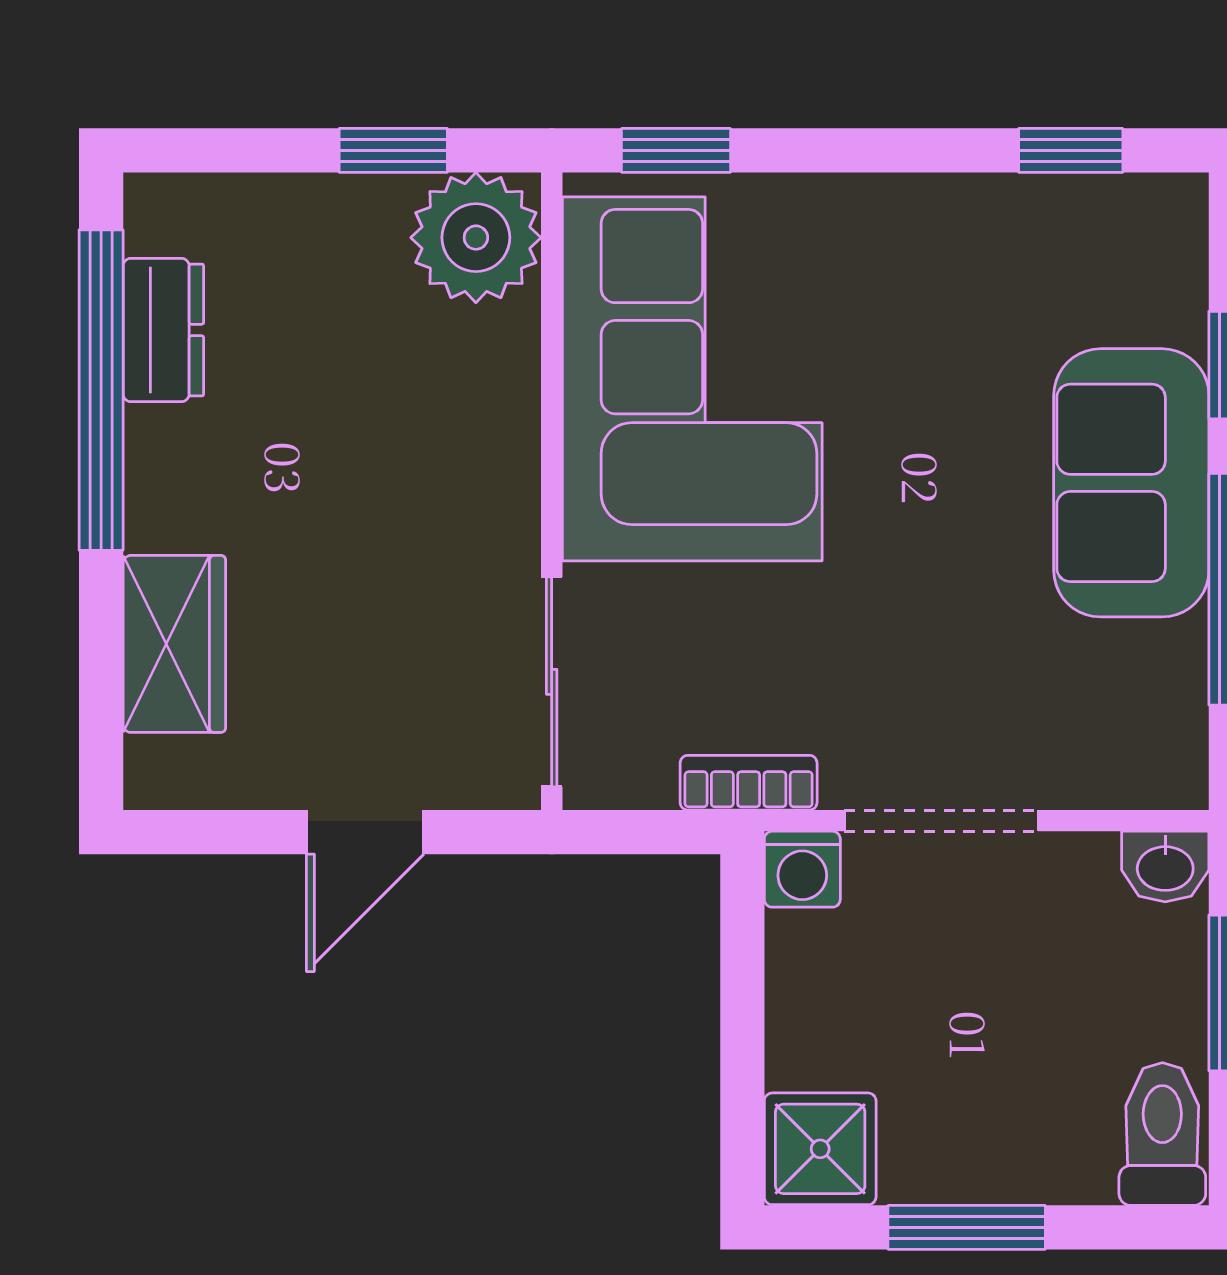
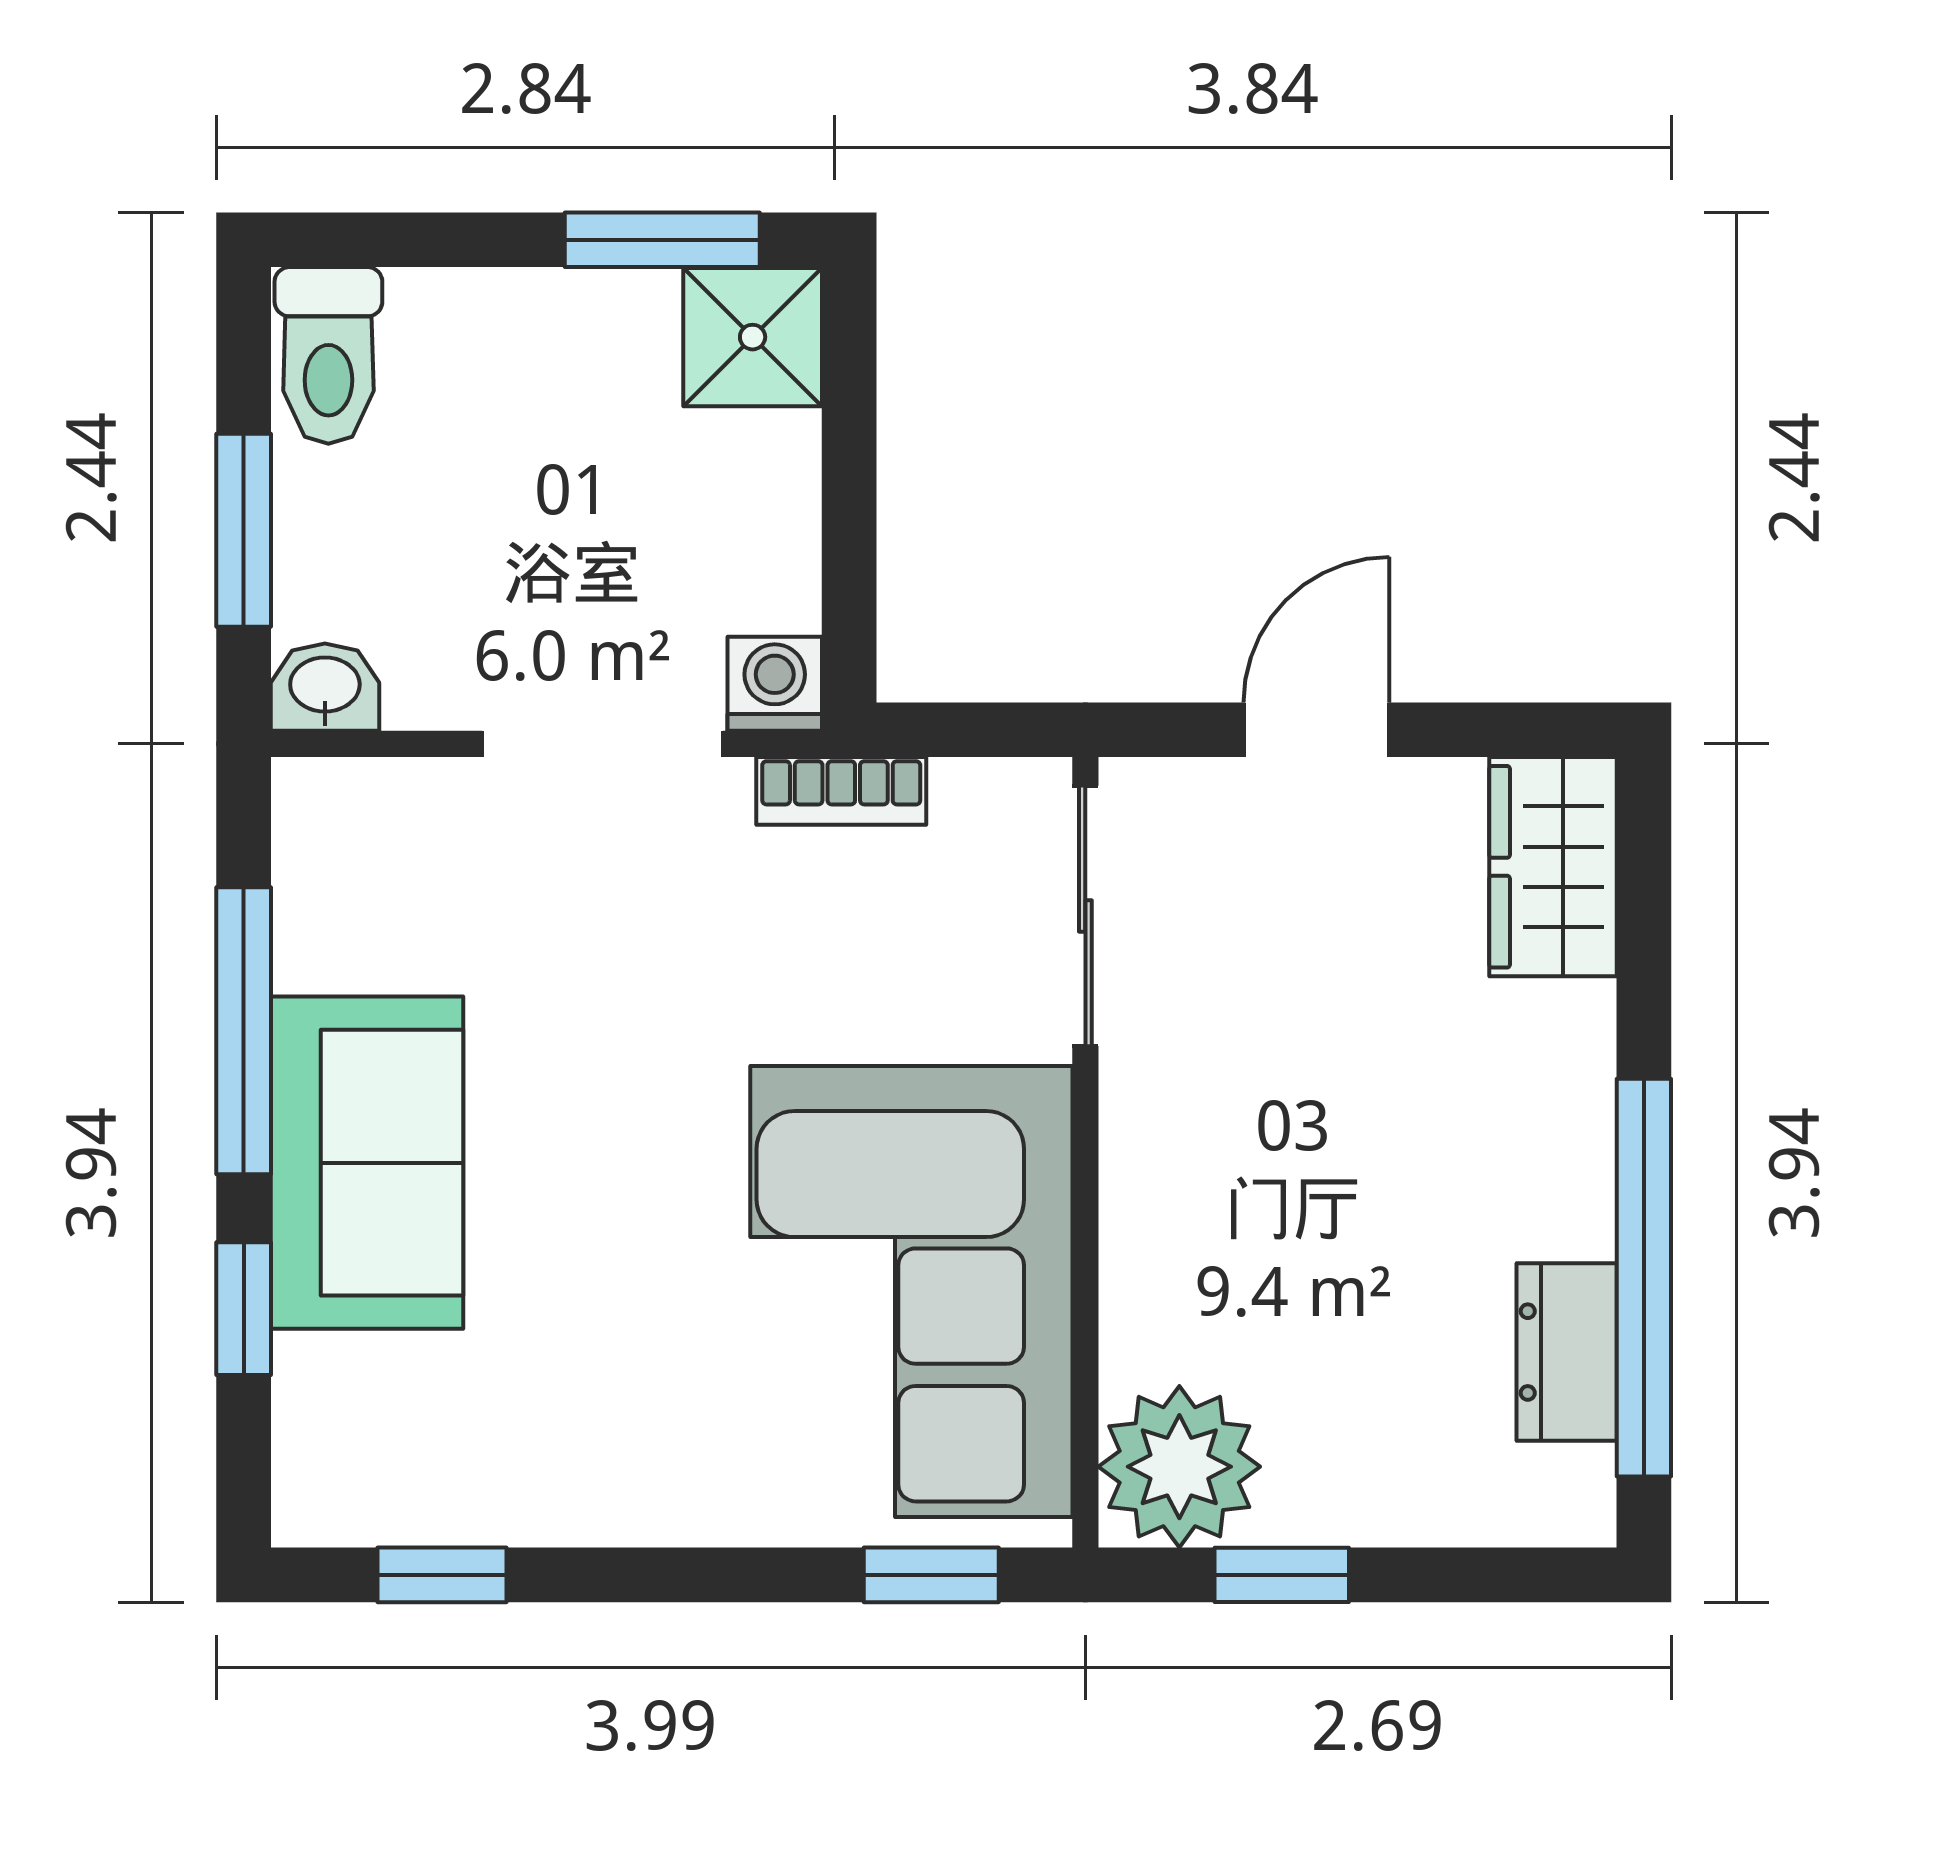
wardrobe: (174, 644) -> (1553, 867), moved
window: (967, 1227) -> (662, 240), moved

